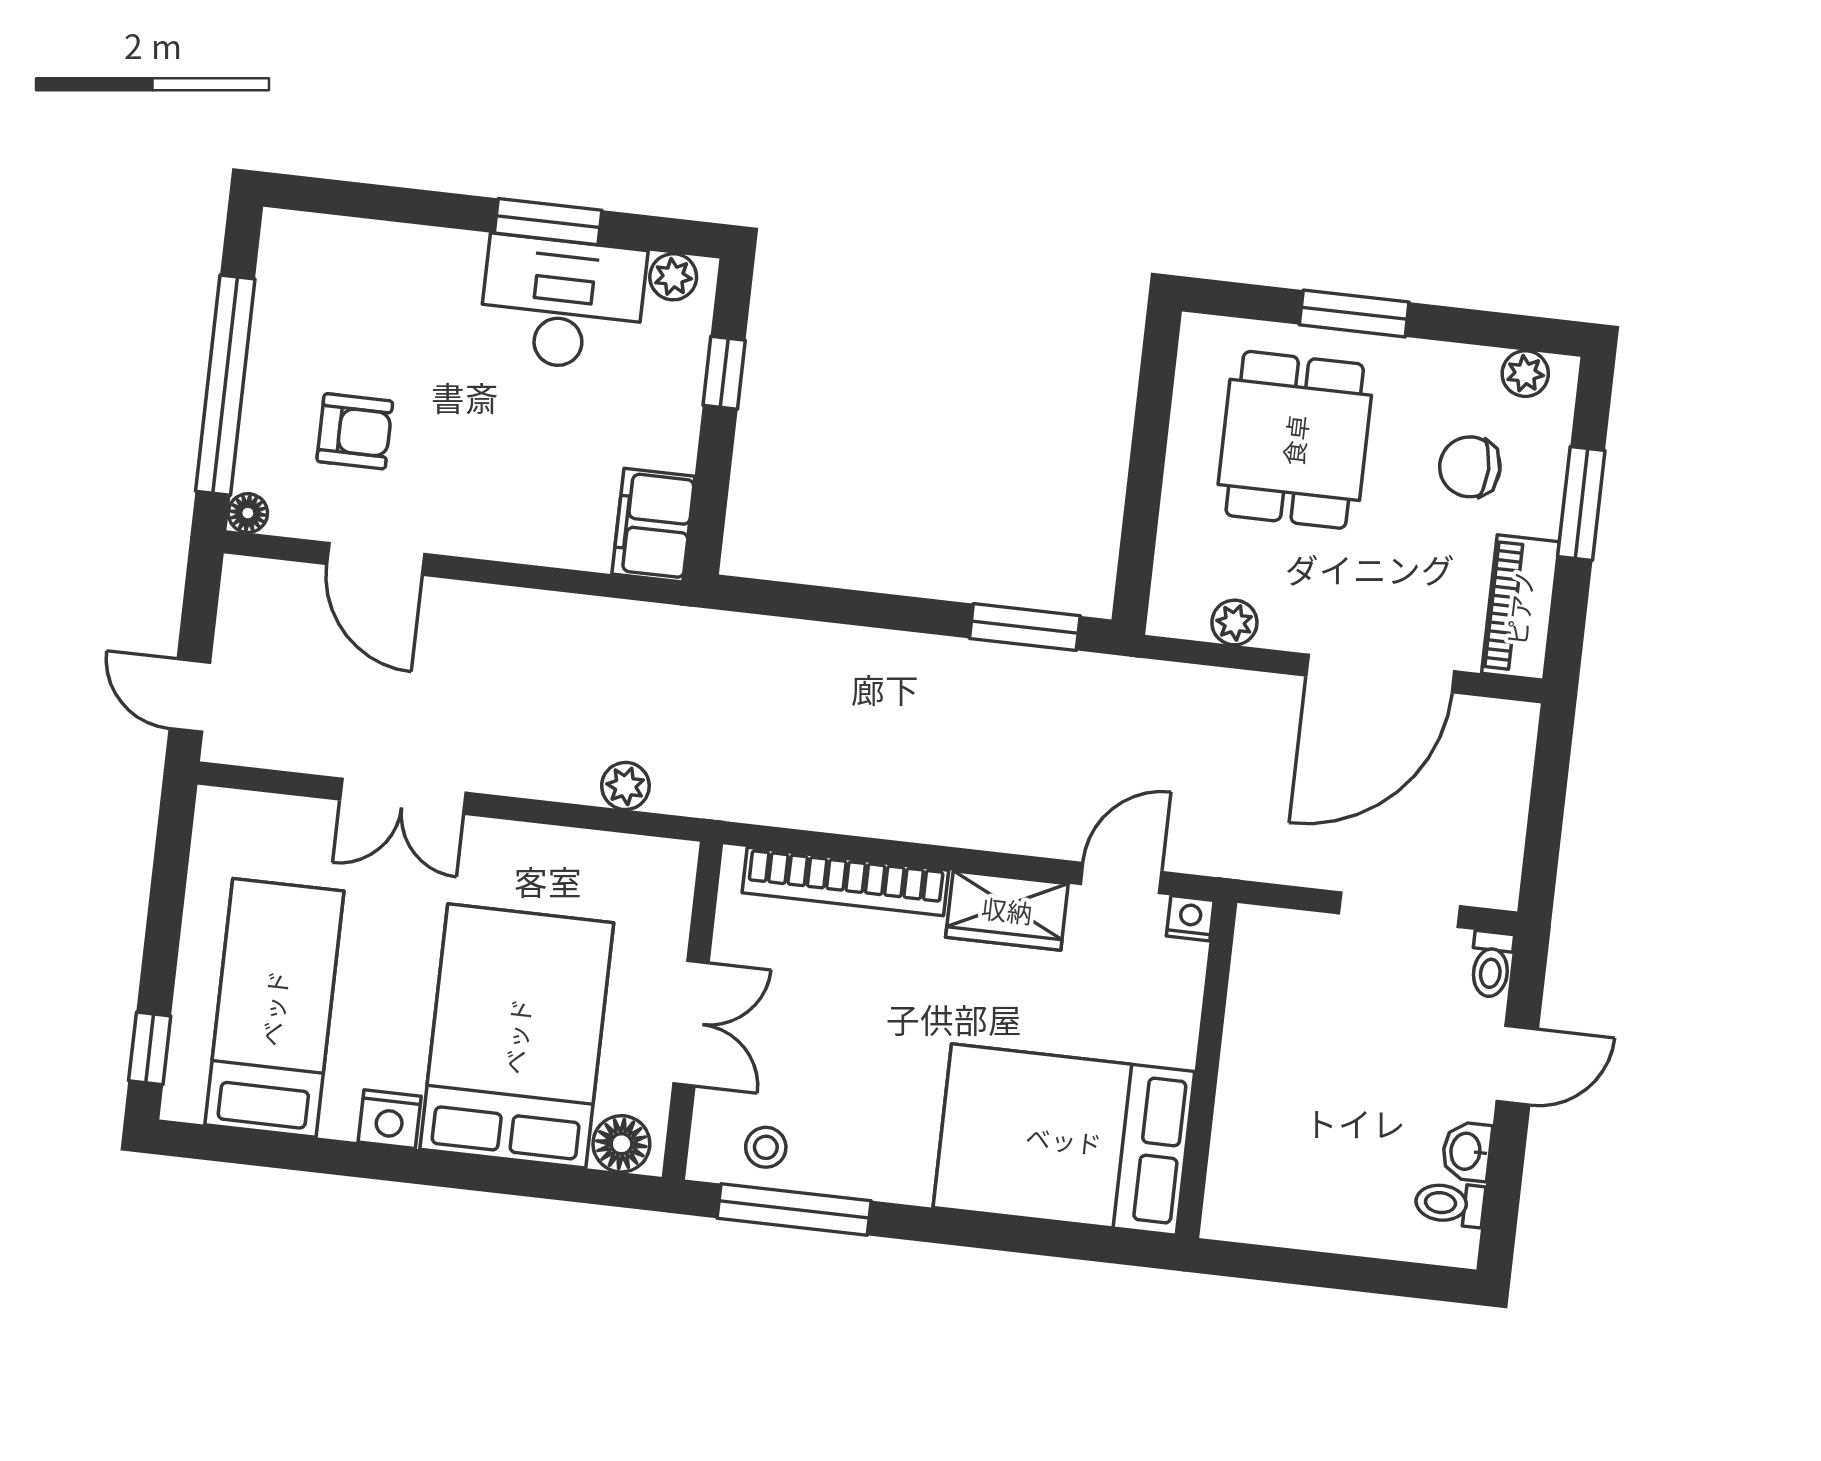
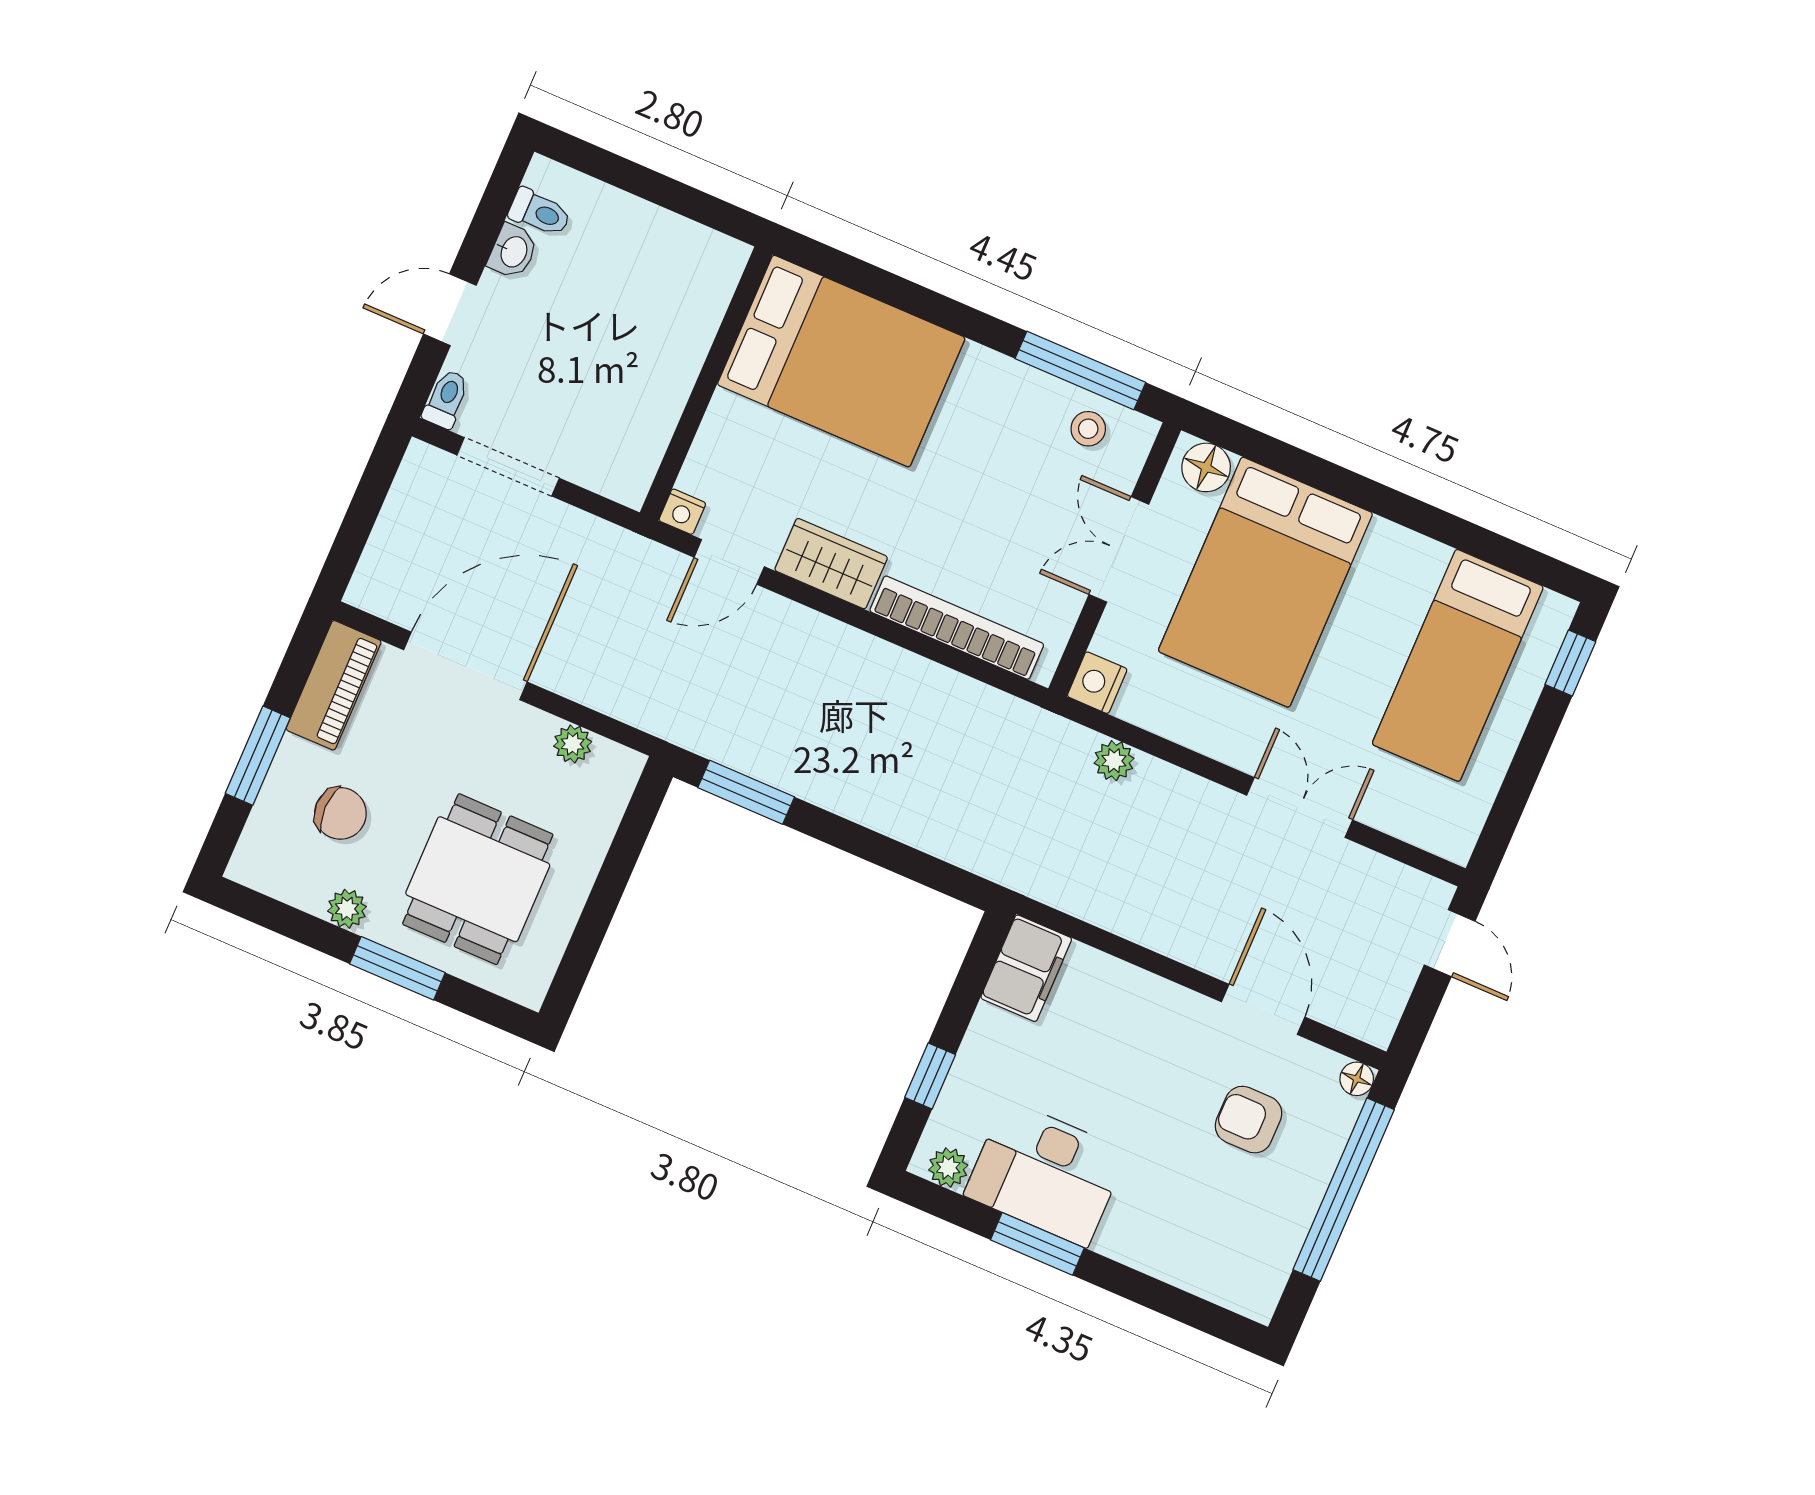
plant: (1525, 374) -> (347, 909), moved
nightstand: (390, 1119) -> (1097, 683), moved, turned -90

